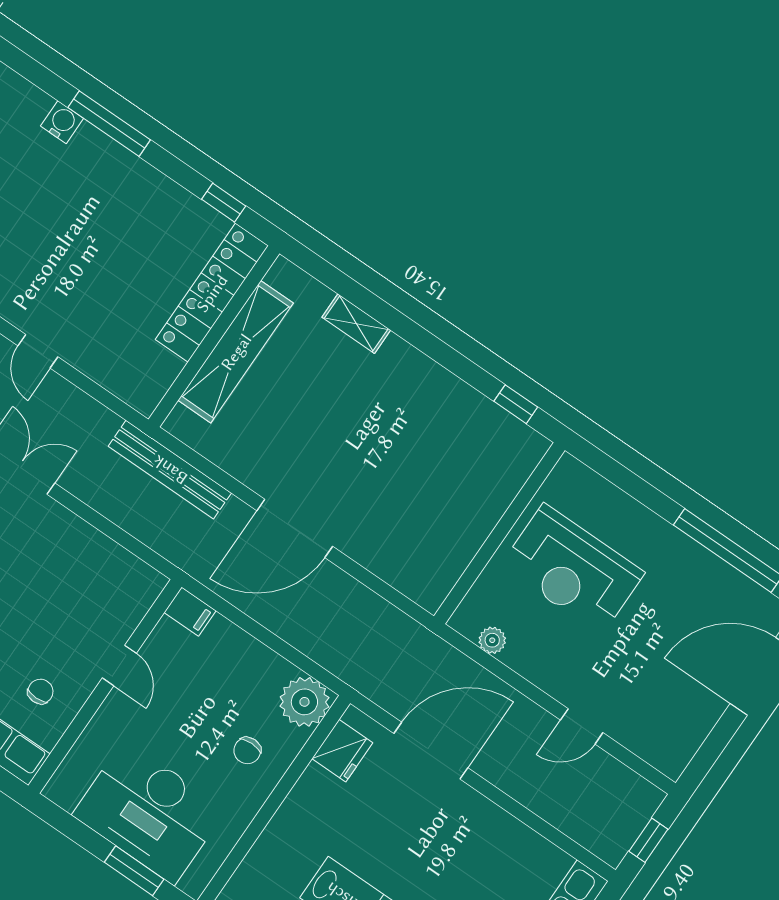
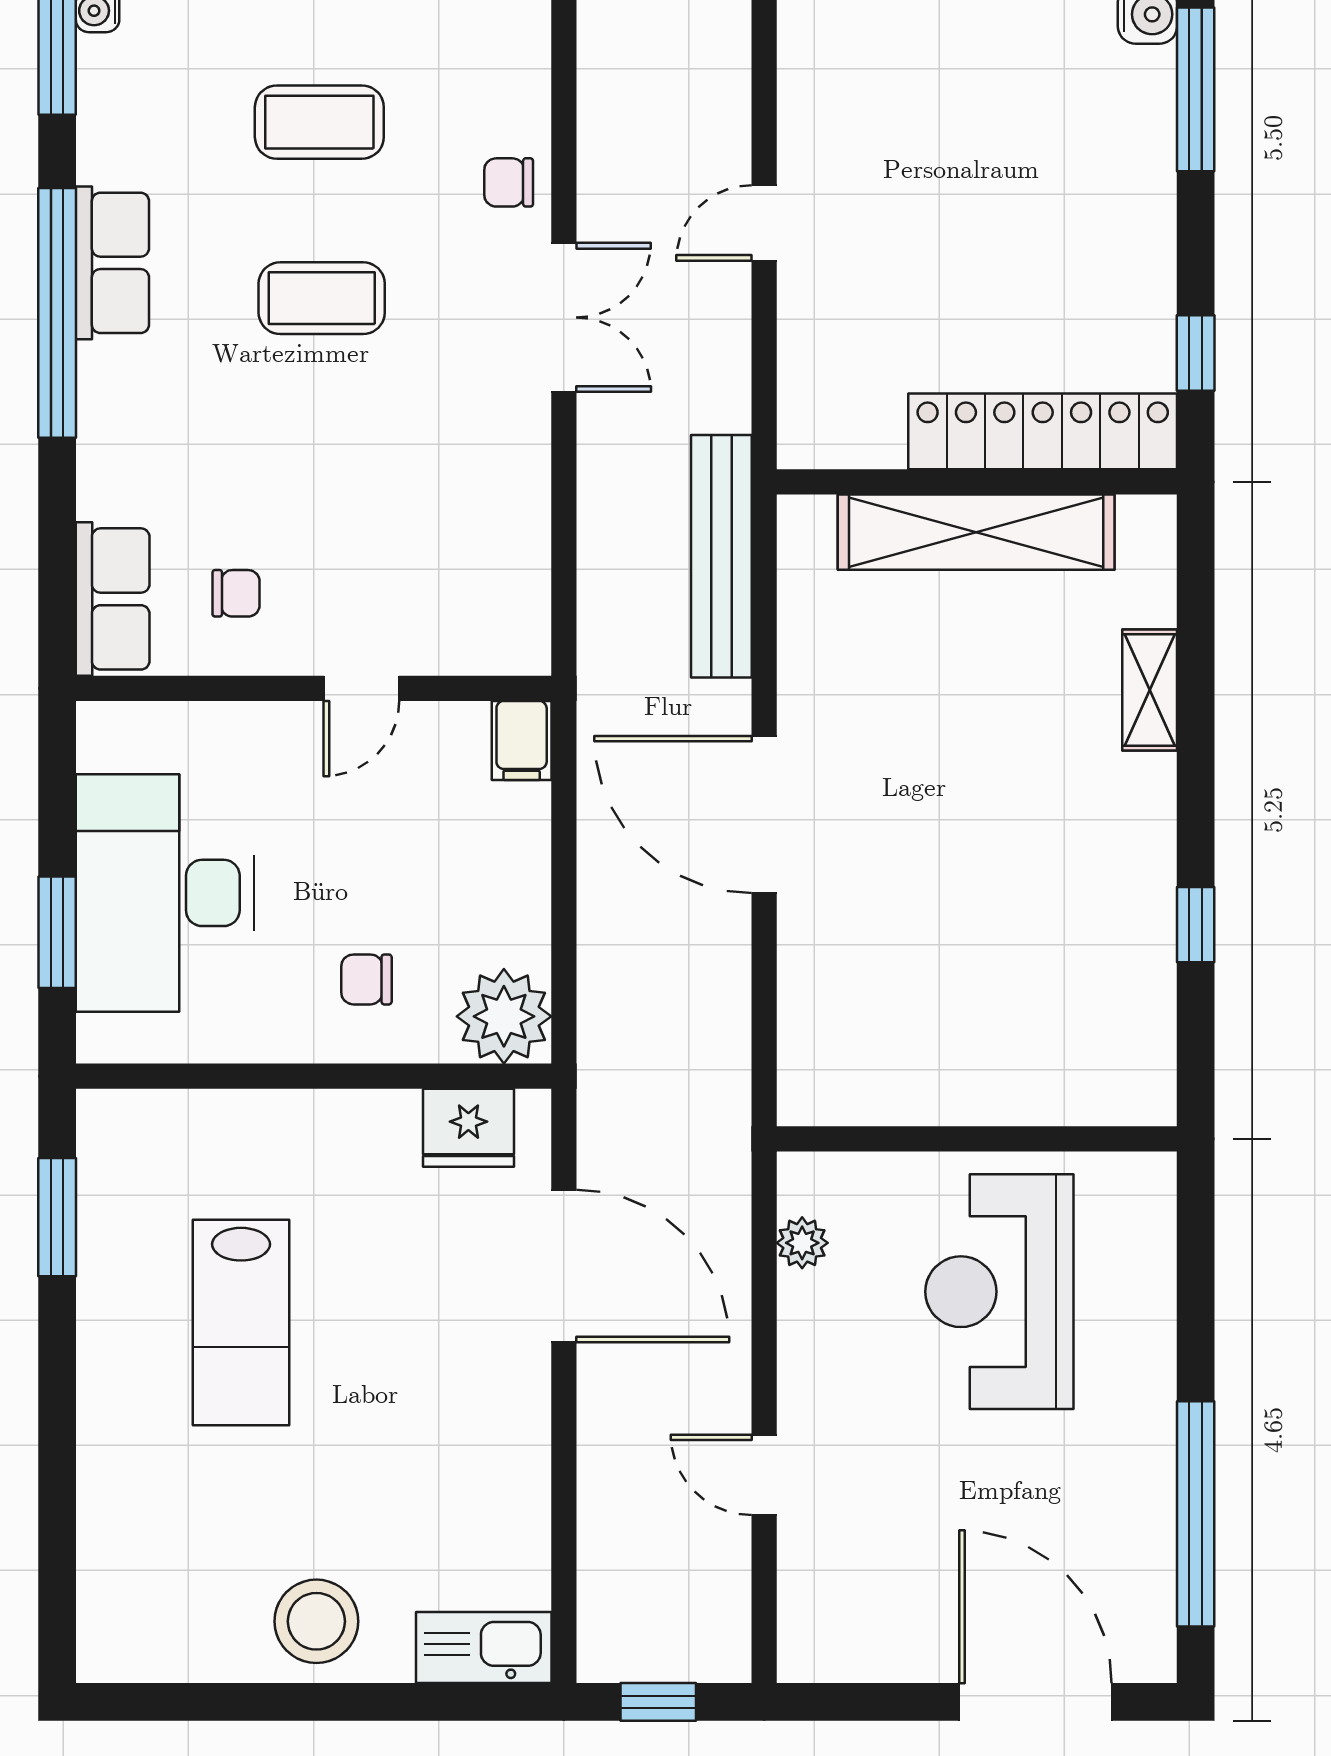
window: (516, 404) -> (1196, 925), moved

